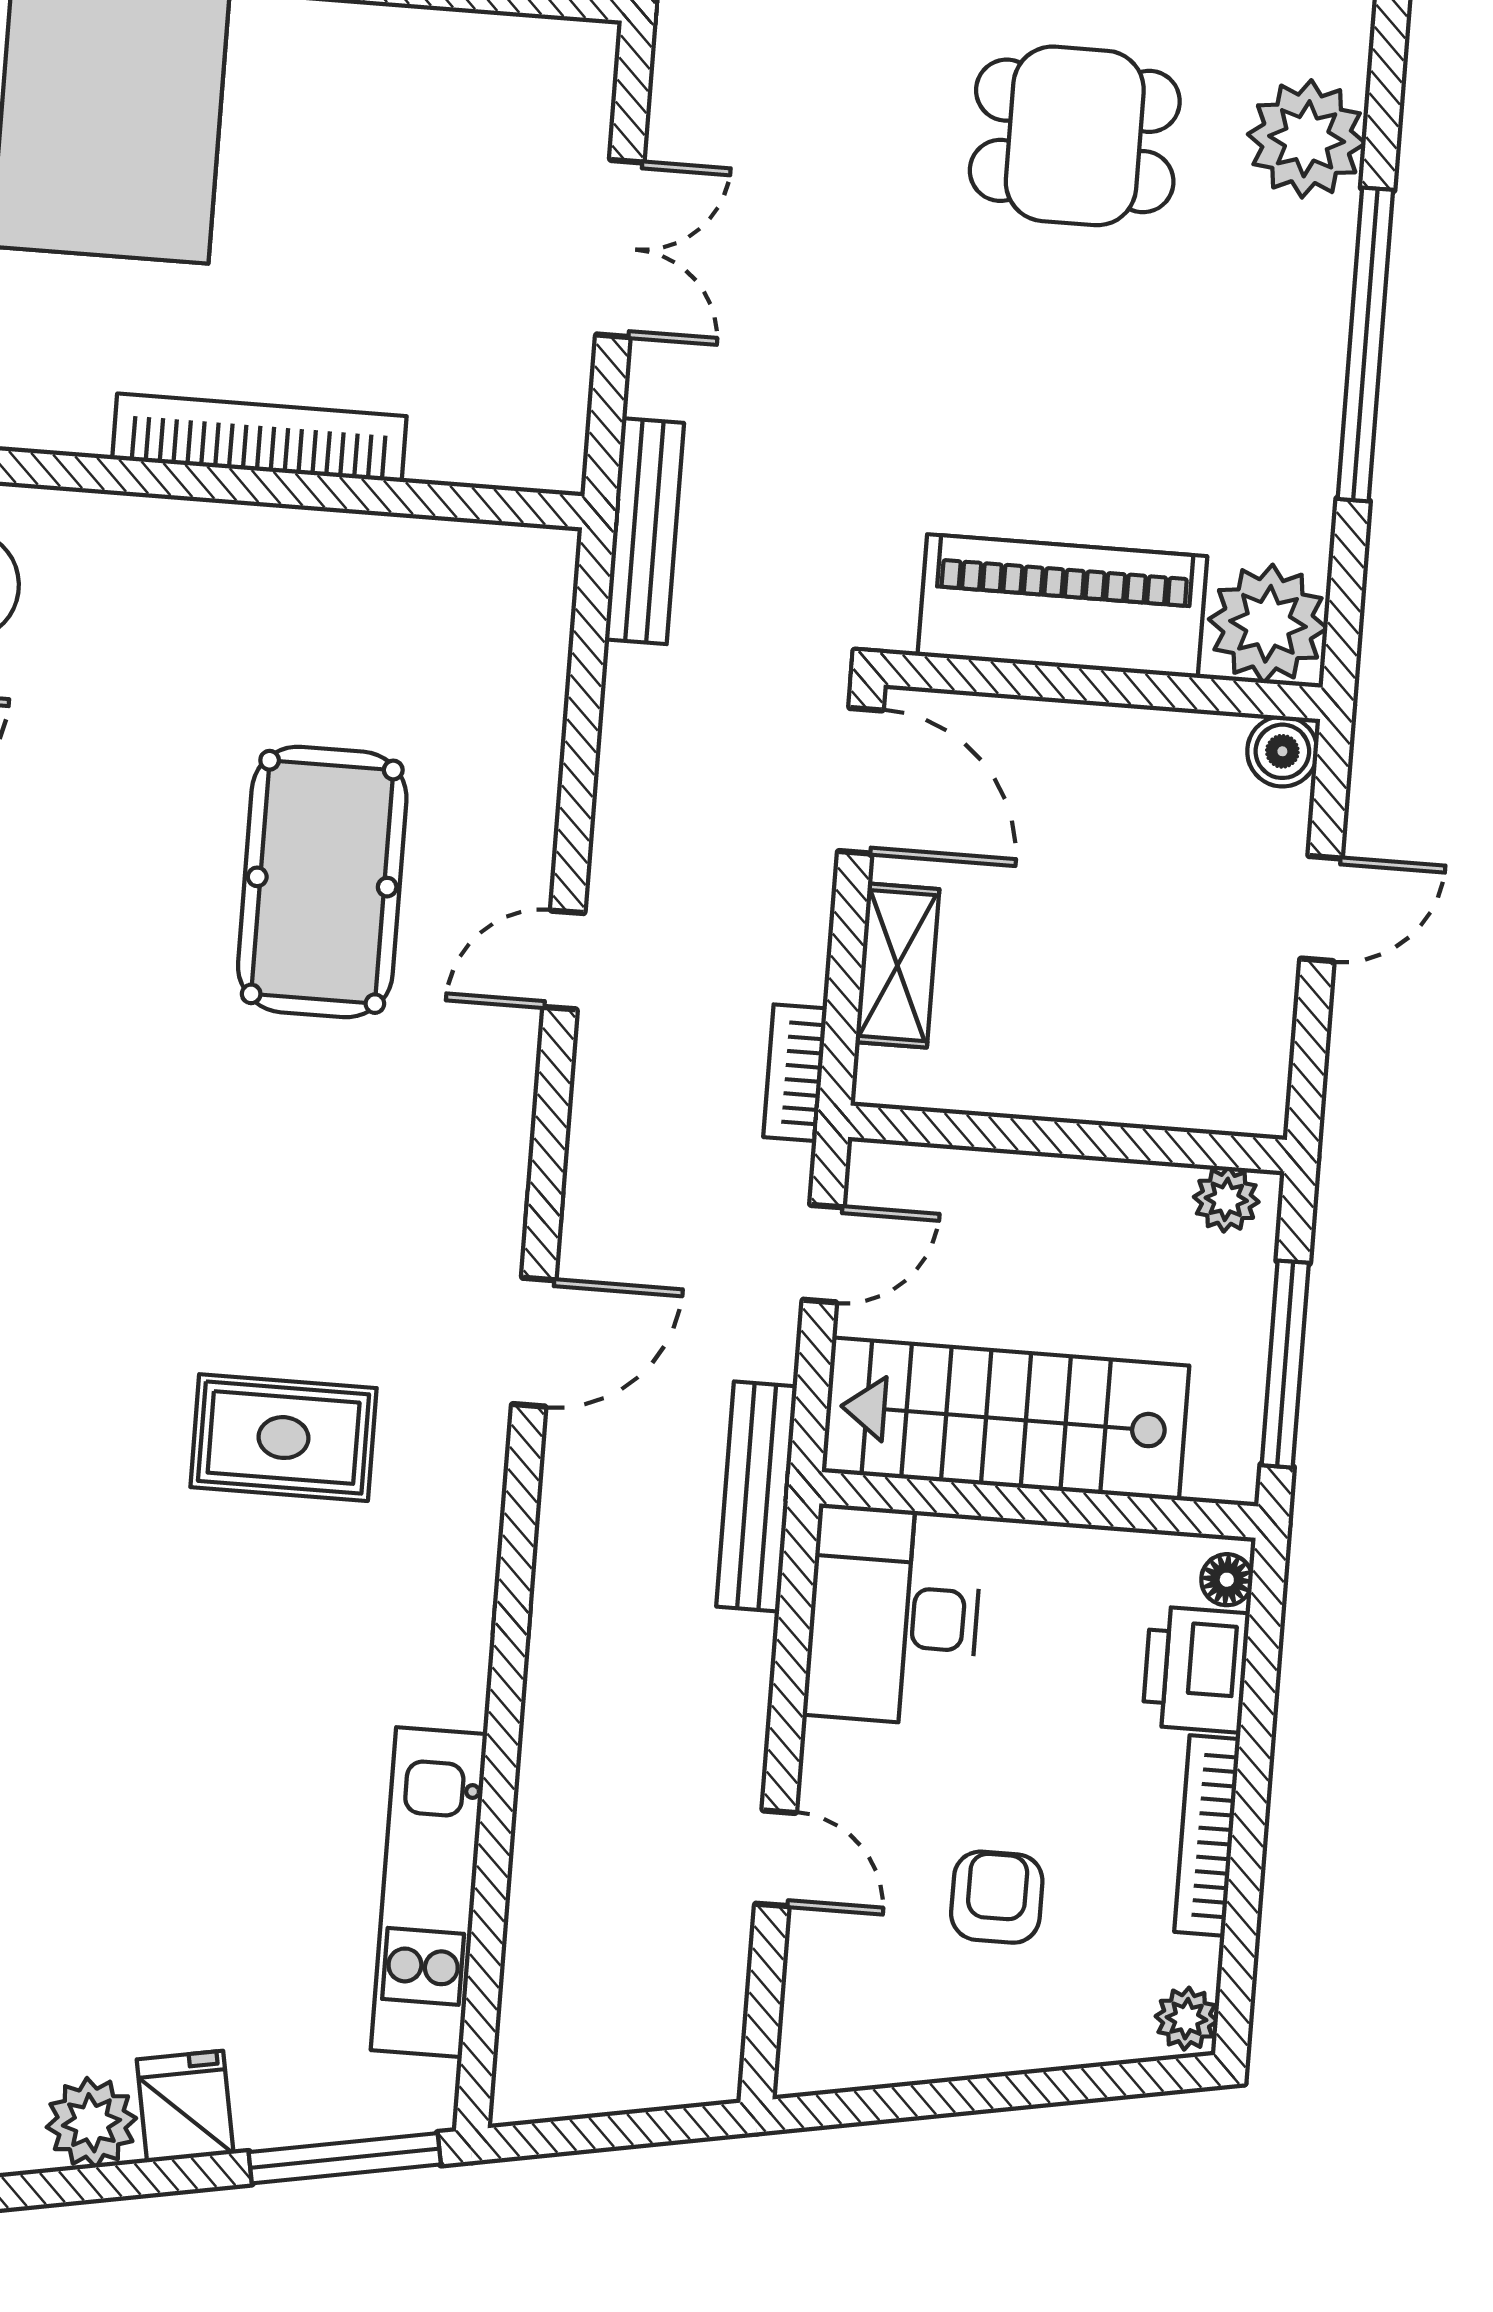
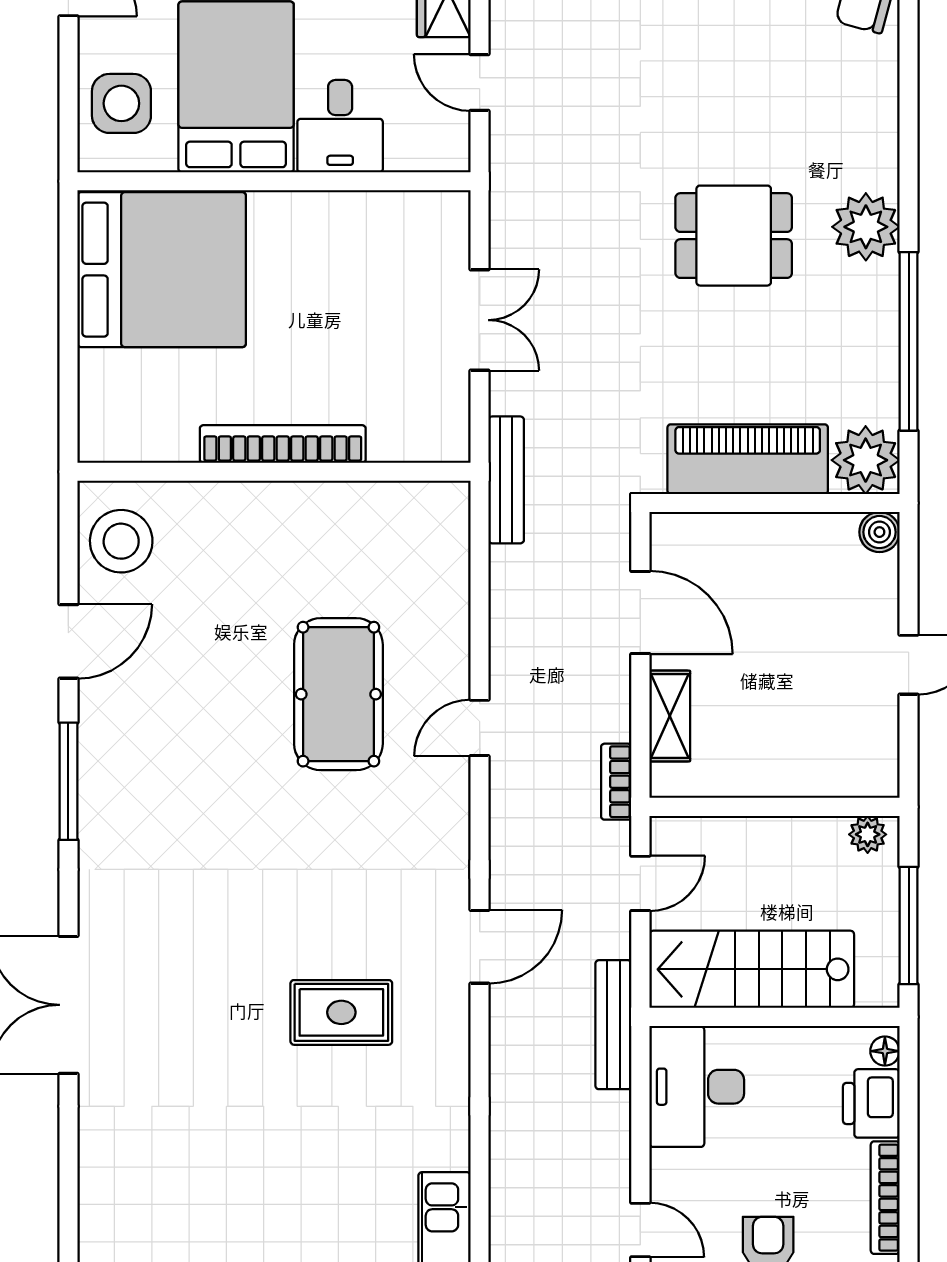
piano: (1062, 606) -> (748, 459), moved
plant: (1268, 624) -> (866, 460), moved
wall: (1103, 686) -> (774, 503), moved
boiler: (1282, 751) -> (879, 532), moved

